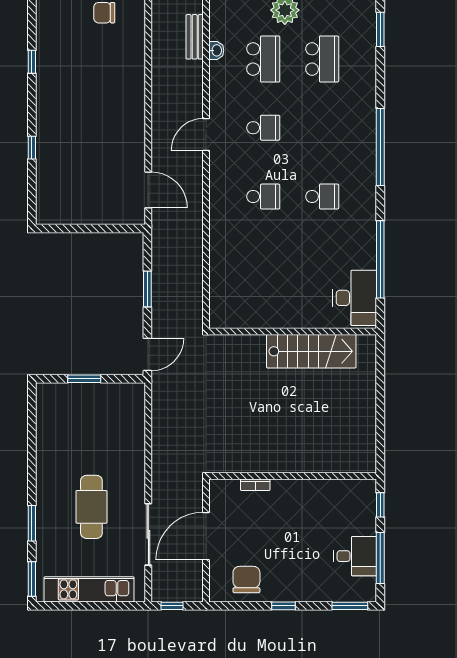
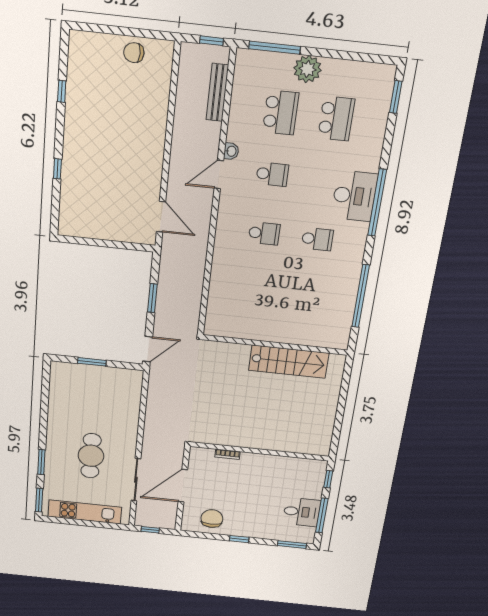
bench: (195, 37) -> (217, 92), width x1.36
washbasin: (216, 50) -> (231, 151), moved
desk: (355, 298) -> (354, 196), moved

